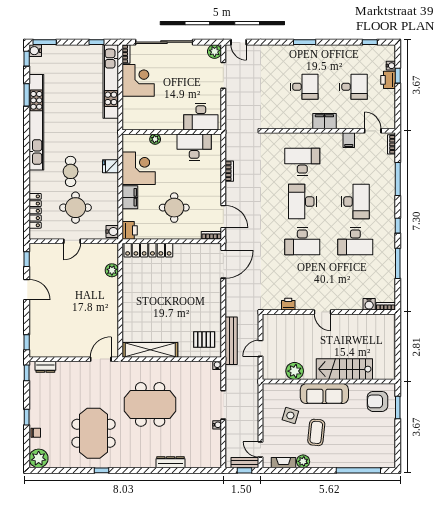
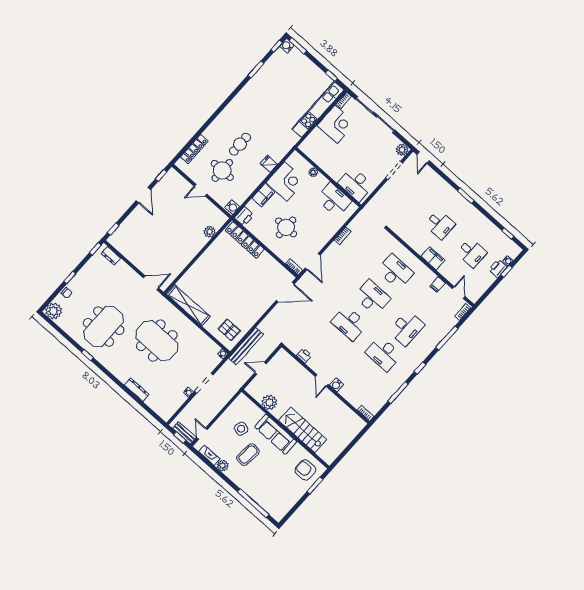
kitchen unit: (36, 122) -> (246, 93), removed
desk: (302, 202) -> (372, 297), turned 90
water cooler: (369, 304) -> (337, 385), moved

